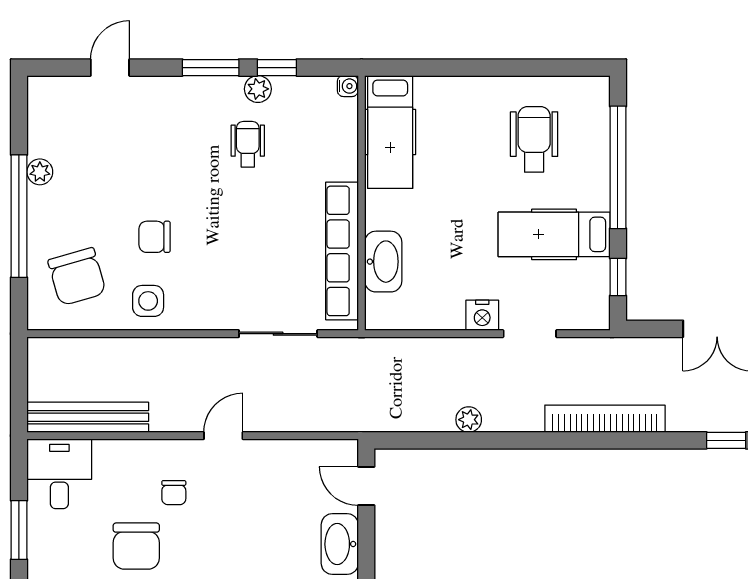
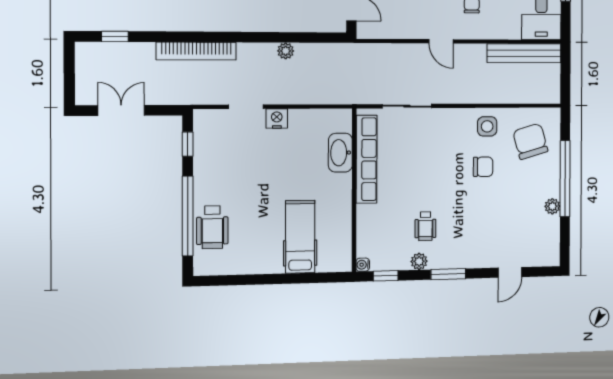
window: (277, 68) -> (386, 276), moved
hospital bed: (390, 132) -> (300, 237), moved
wheelchair: (534, 139) -> (212, 227), moved
hospital bed: (554, 234) -> (230, 172), removed
door: (223, 436) -> (441, 41), hinge flipped

